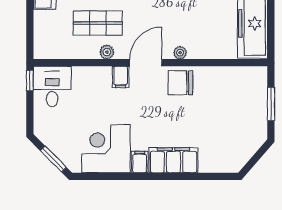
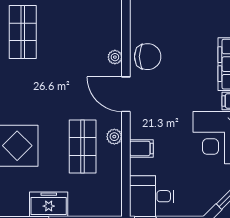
filing cabinet: (121, 77) -> (141, 148), moved
chair: (180, 83) -> (148, 57), turned -90

